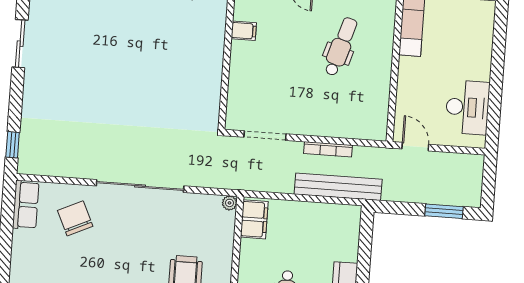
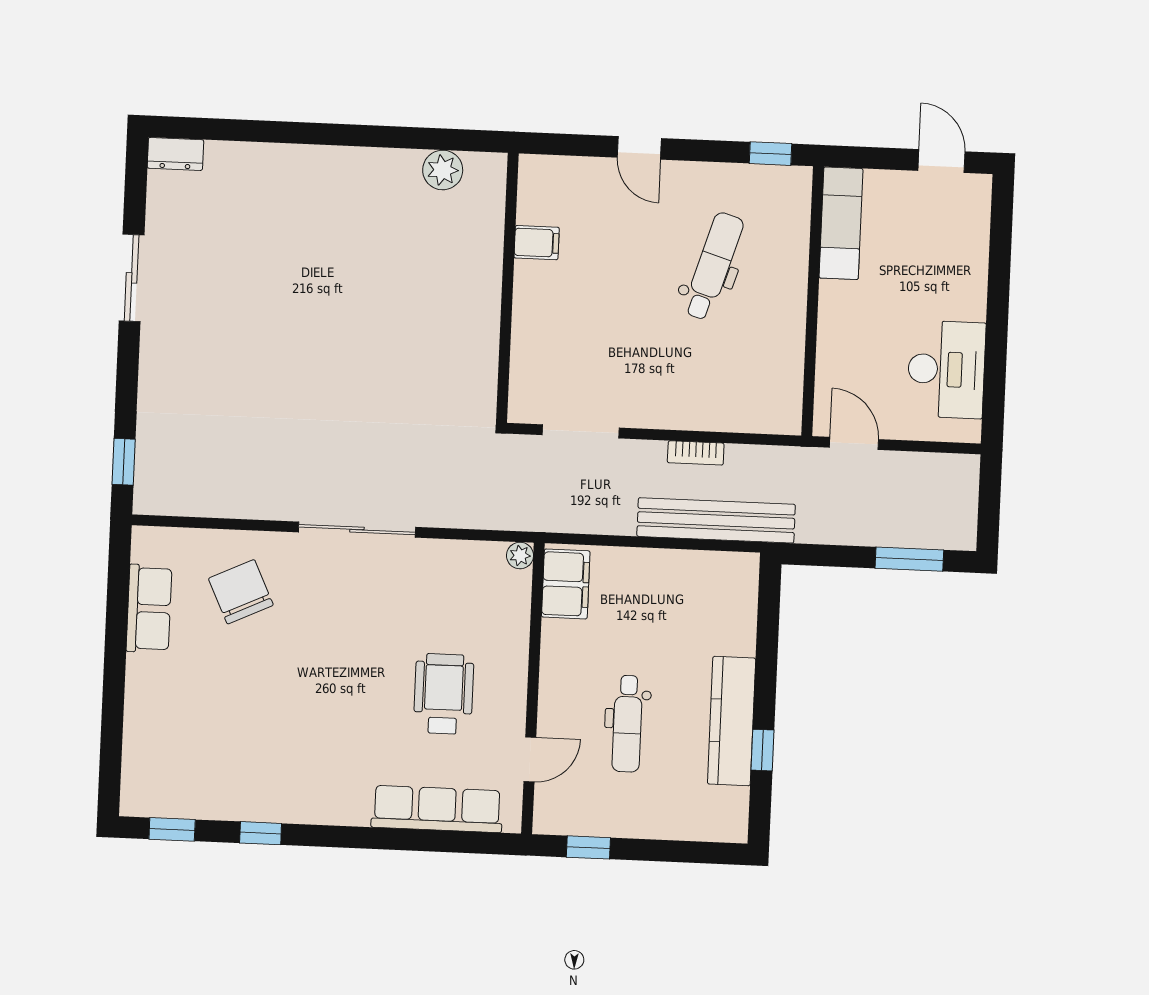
bookcase: (328, 149) -> (696, 453), width x0.64
sliding door: (140, 186) -> (357, 530), width x0.73
row of seats: (26, 205) -> (149, 608), moved

